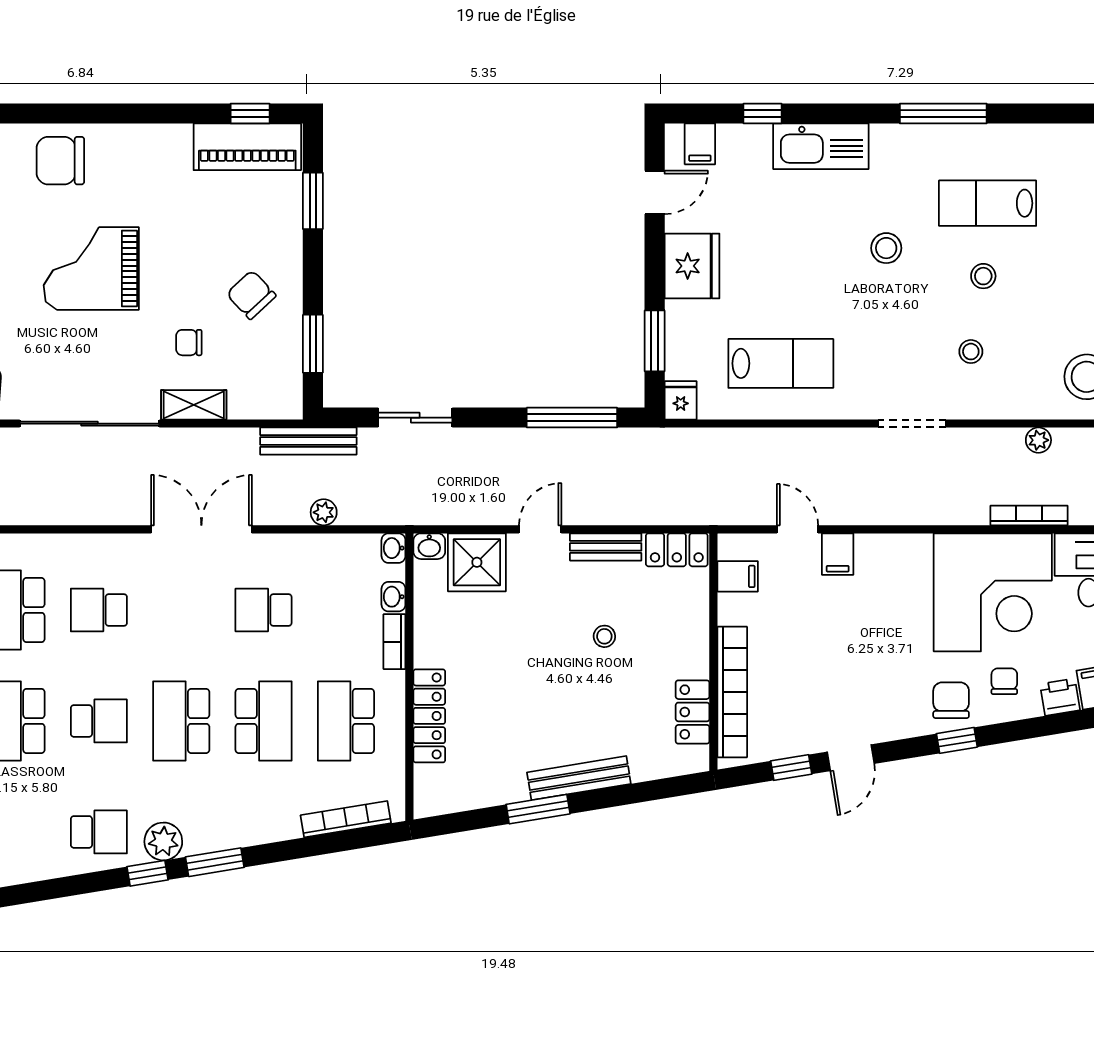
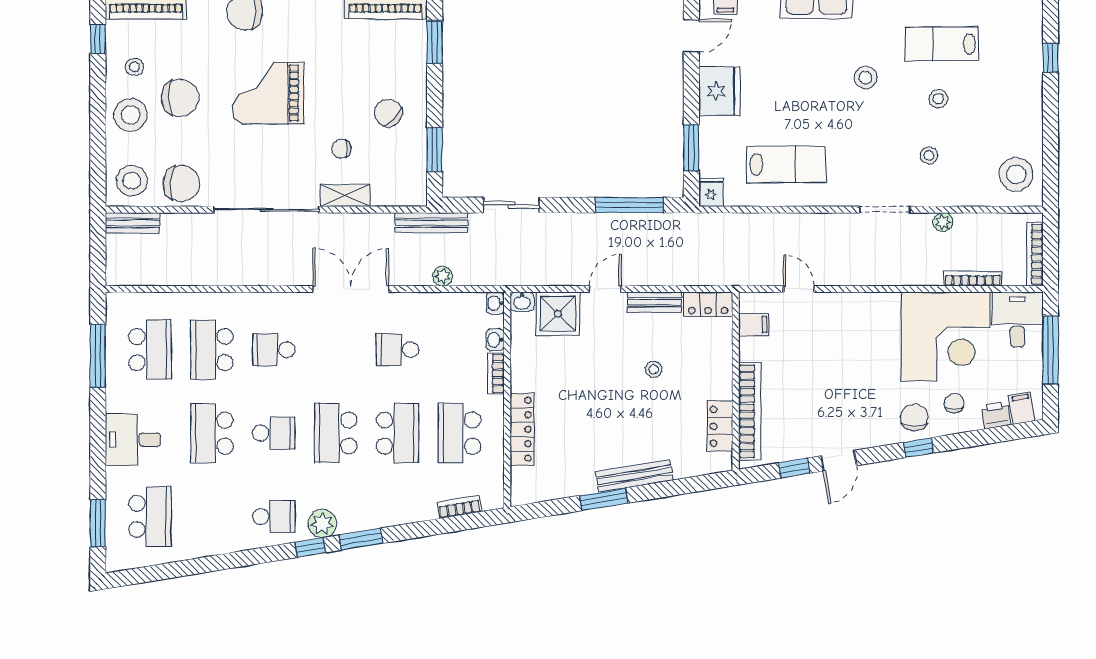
plant: (1038, 440) -> (943, 222), moved
filing cabinet: (838, 554) -> (829, 308), removed
bookcase: (346, 819) -> (459, 507), width x0.64

